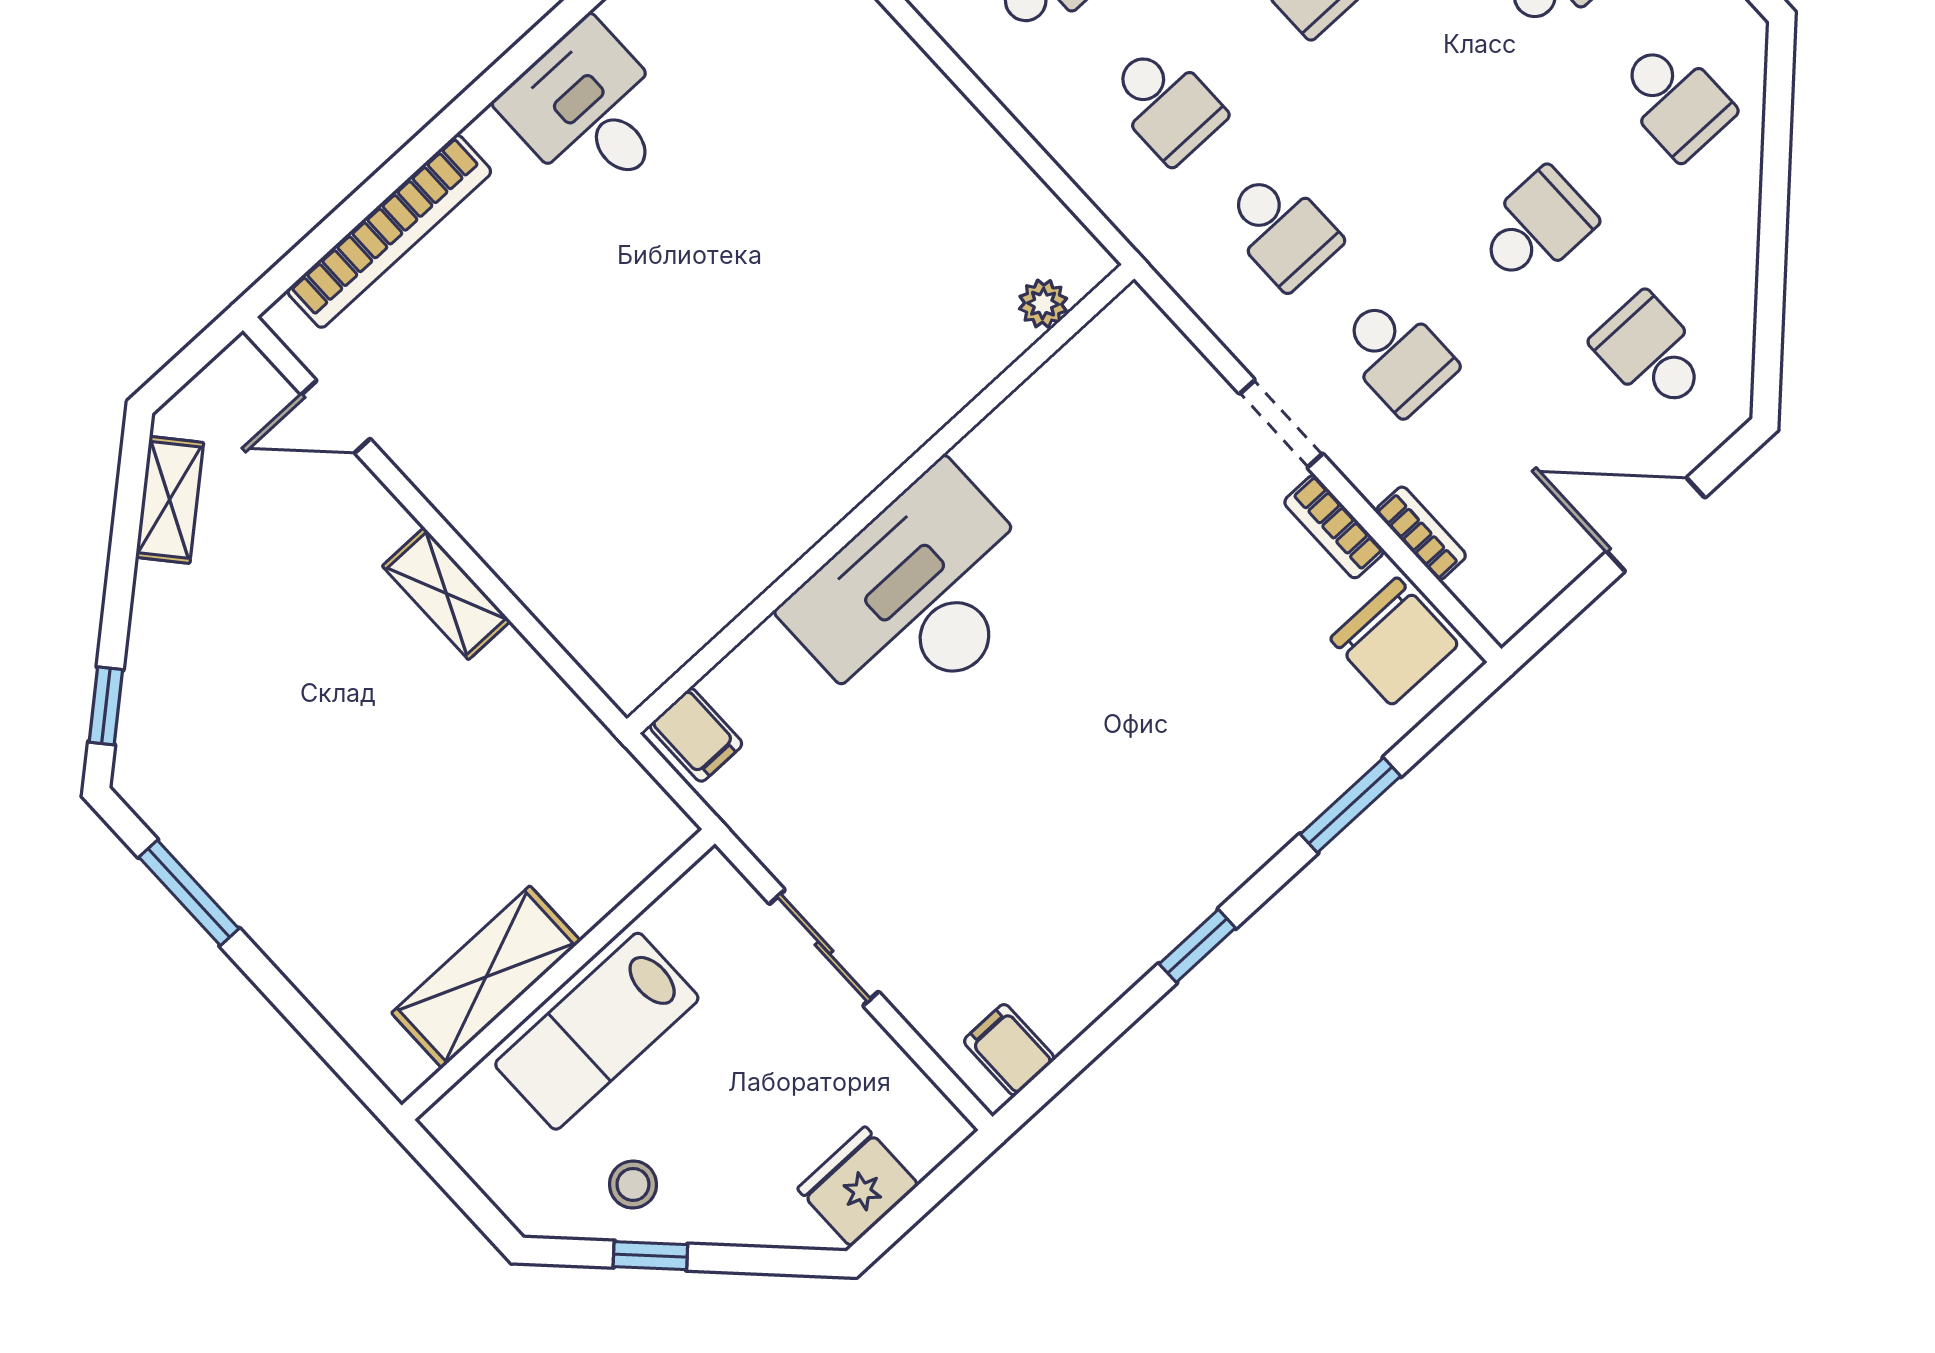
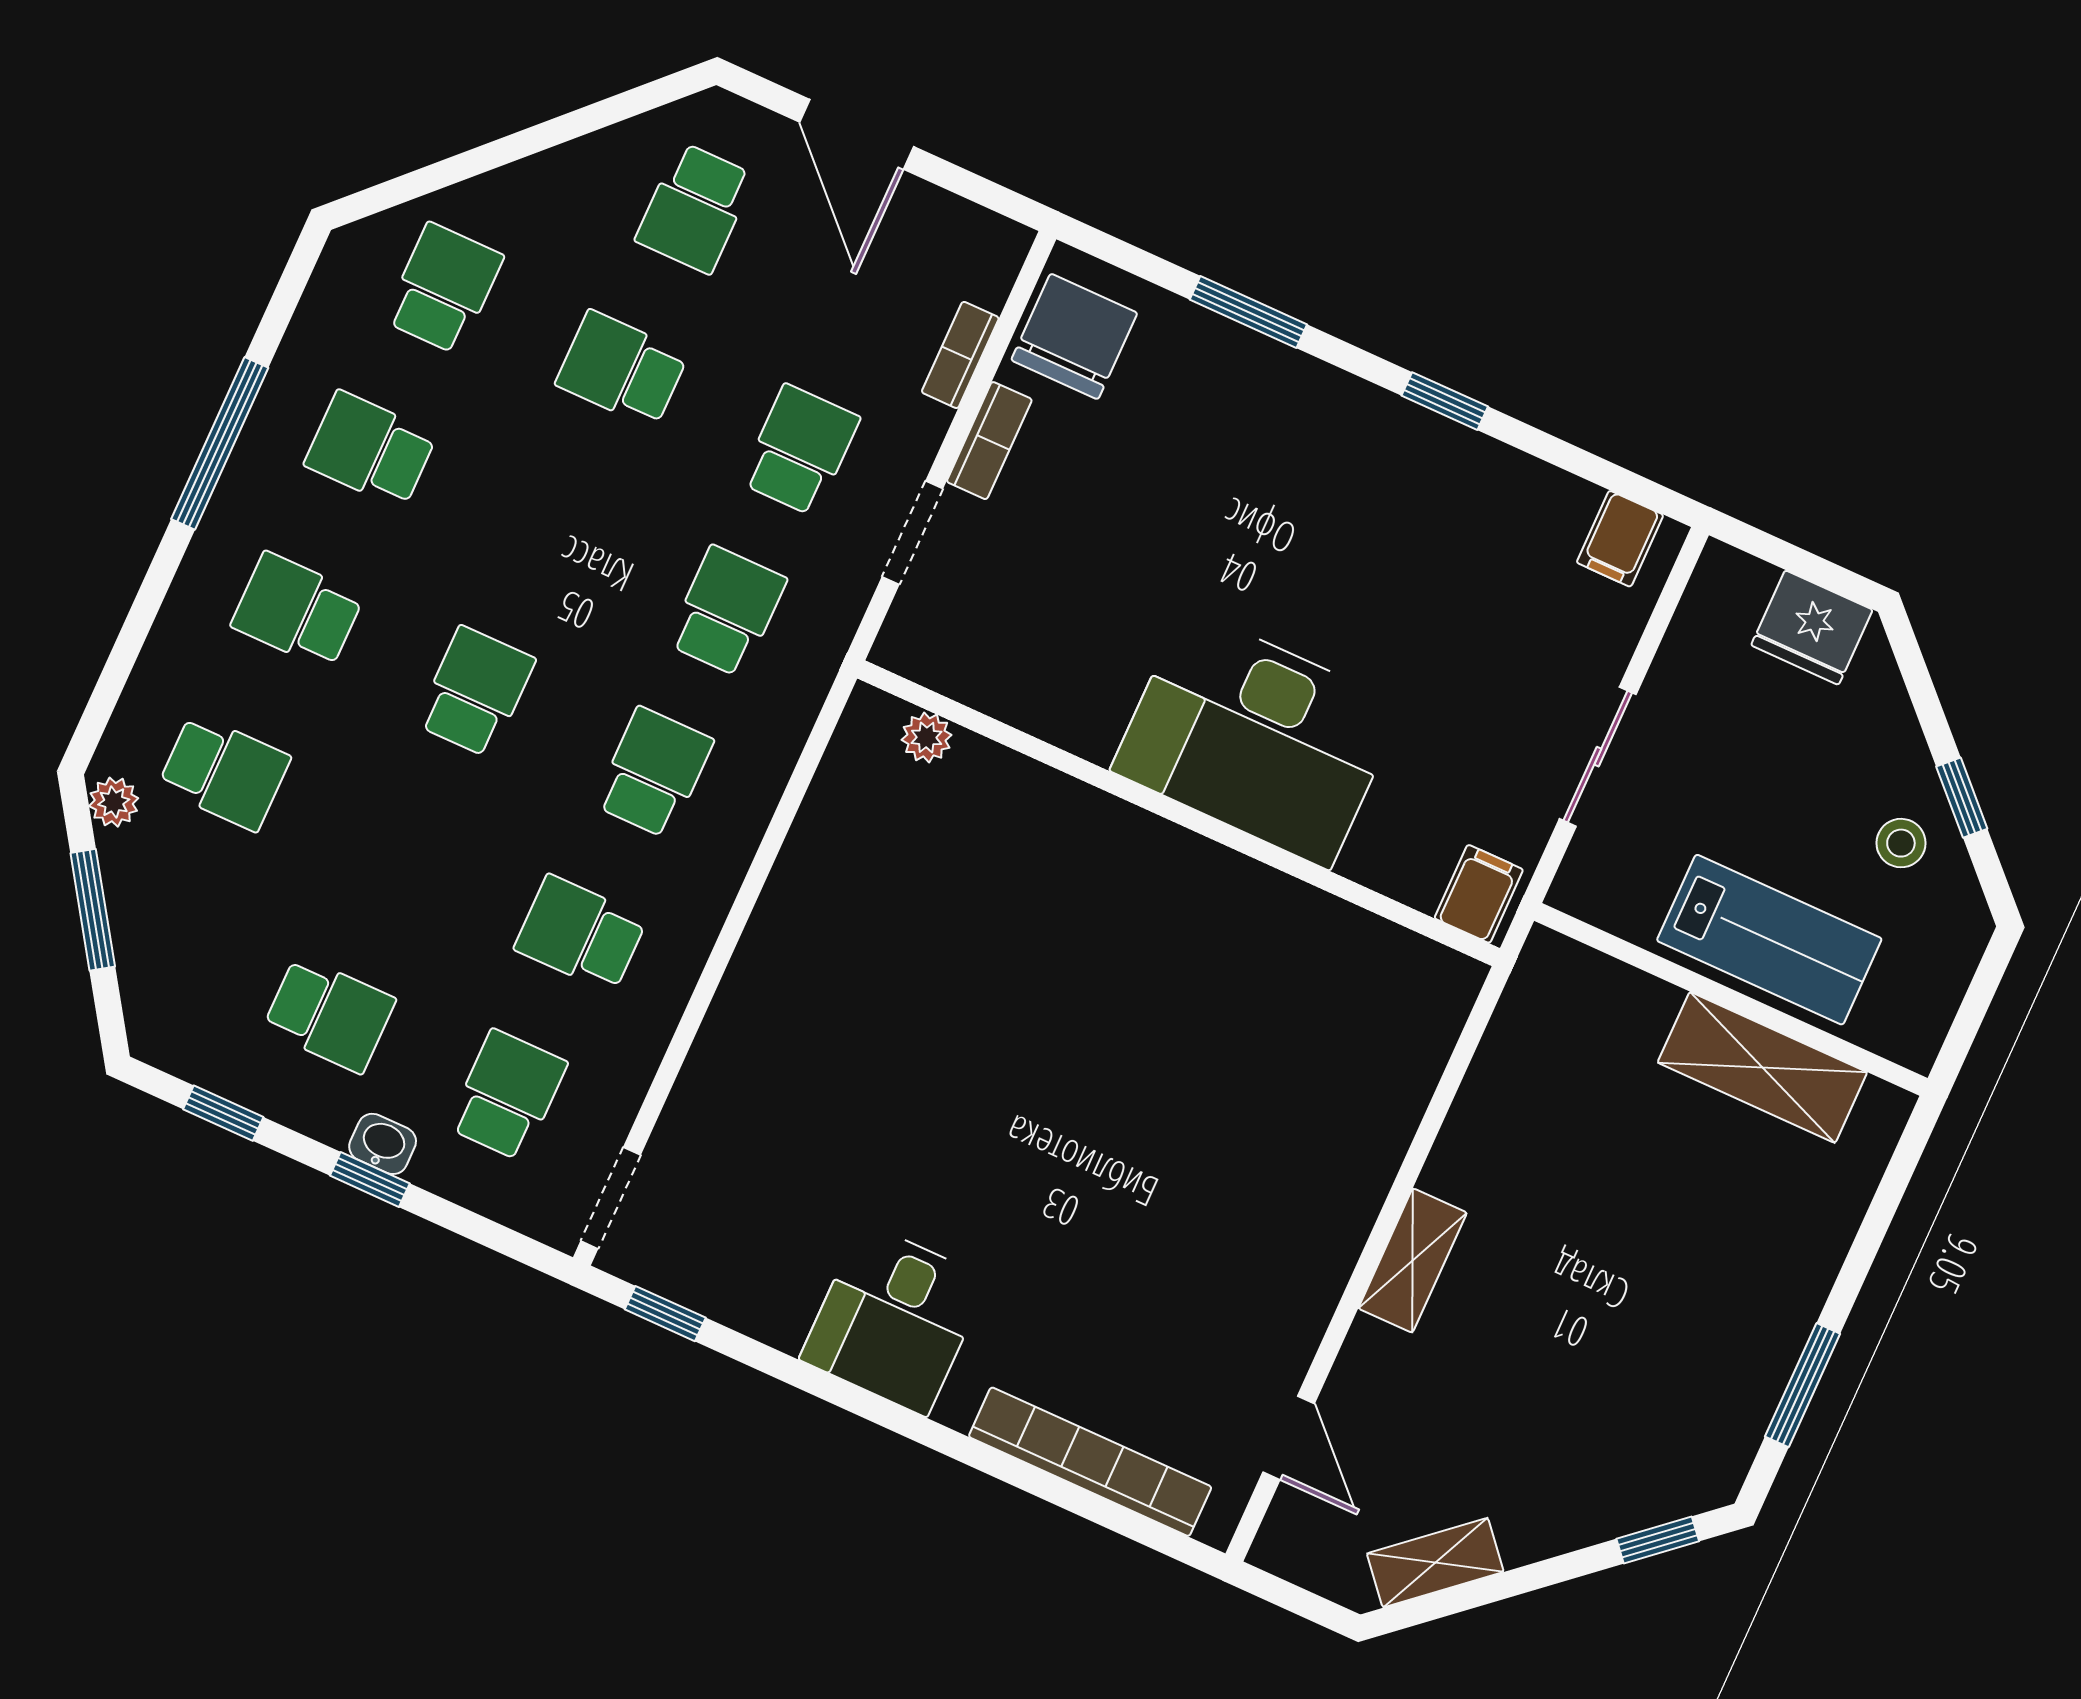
plant: (1043, 304) -> (927, 737), moved
wall: (881, 499) -> (1179, 813), moved
desk: (918, 597) -> (1257, 738), moved
filing cabinet: (696, 735) -> (1479, 894), moved

